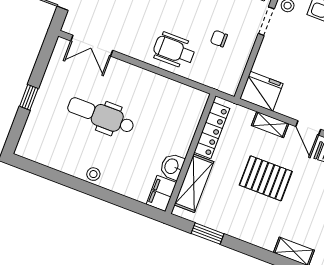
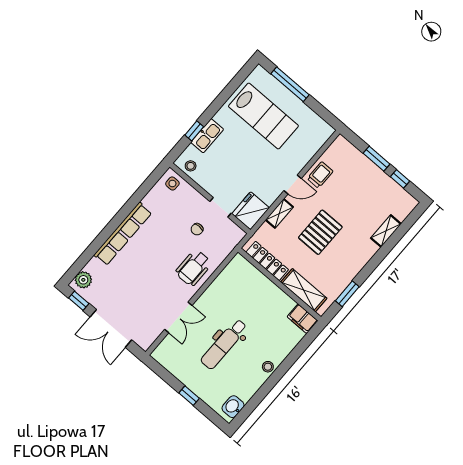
doorway: (266, 21) -> (220, 207), moved
double door: (92, 46) -> (178, 317), moved
washbasin: (172, 166) -> (233, 407), moved, turned 90

